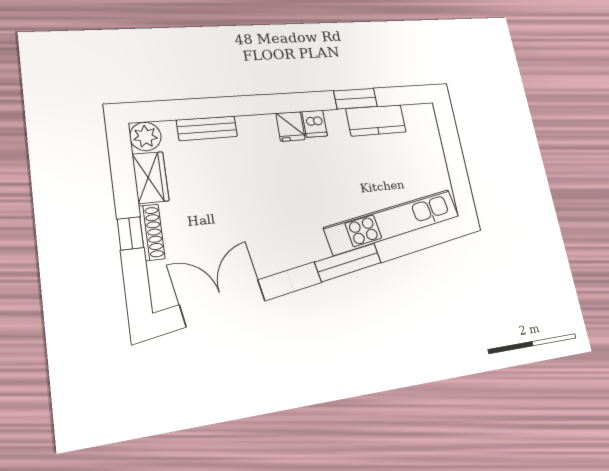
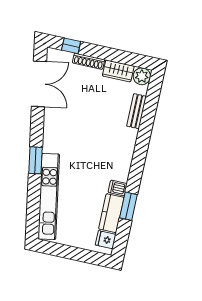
dishwasher: (315, 124) -> (118, 188), moved
fridge: (290, 126) -> (106, 240), moved
window: (130, 233) -> (71, 46), moved
window: (348, 262) -> (35, 160), width x0.69

